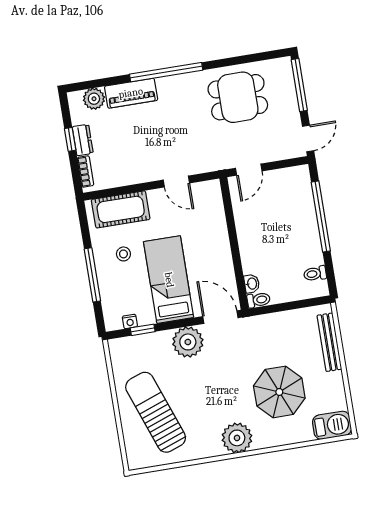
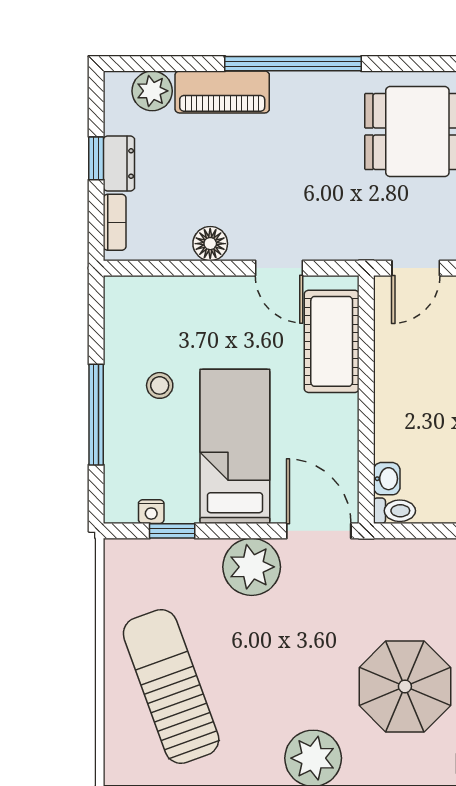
floor lamp: (138, 174) -> (210, 244), added
cot: (121, 209) -> (332, 341), moved, turned 90

